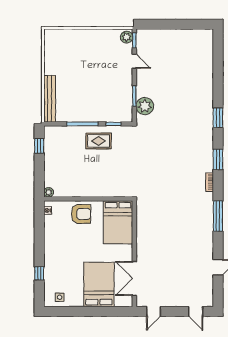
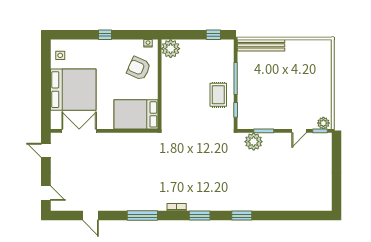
plant: (49, 192) -> (171, 49), width x1.87, depth x1.87
armchair: (81, 214) -> (139, 68), moved, turned 114
window: (39, 273) -> (105, 35), moved
bed: (99, 284) -> (73, 90), width x1.36
door: (196, 311) -> (46, 193), swing flipped

